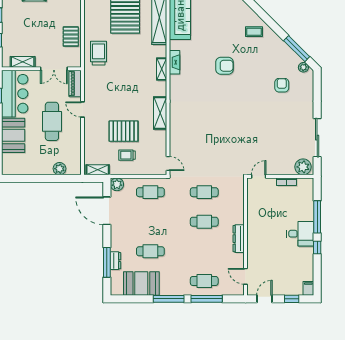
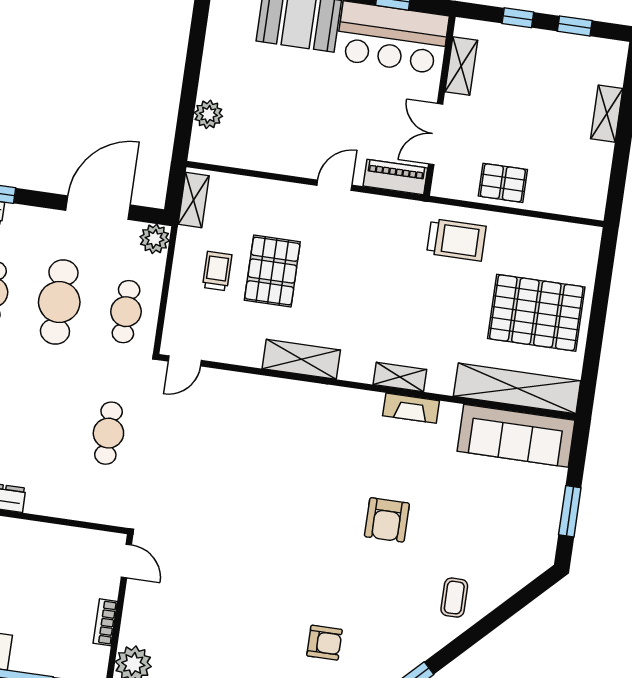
cafe table: (52, 121) -> (318, 113), removed
cafe table: (204, 222) -> (59, 302), moved, width x1.37, depth x1.35

